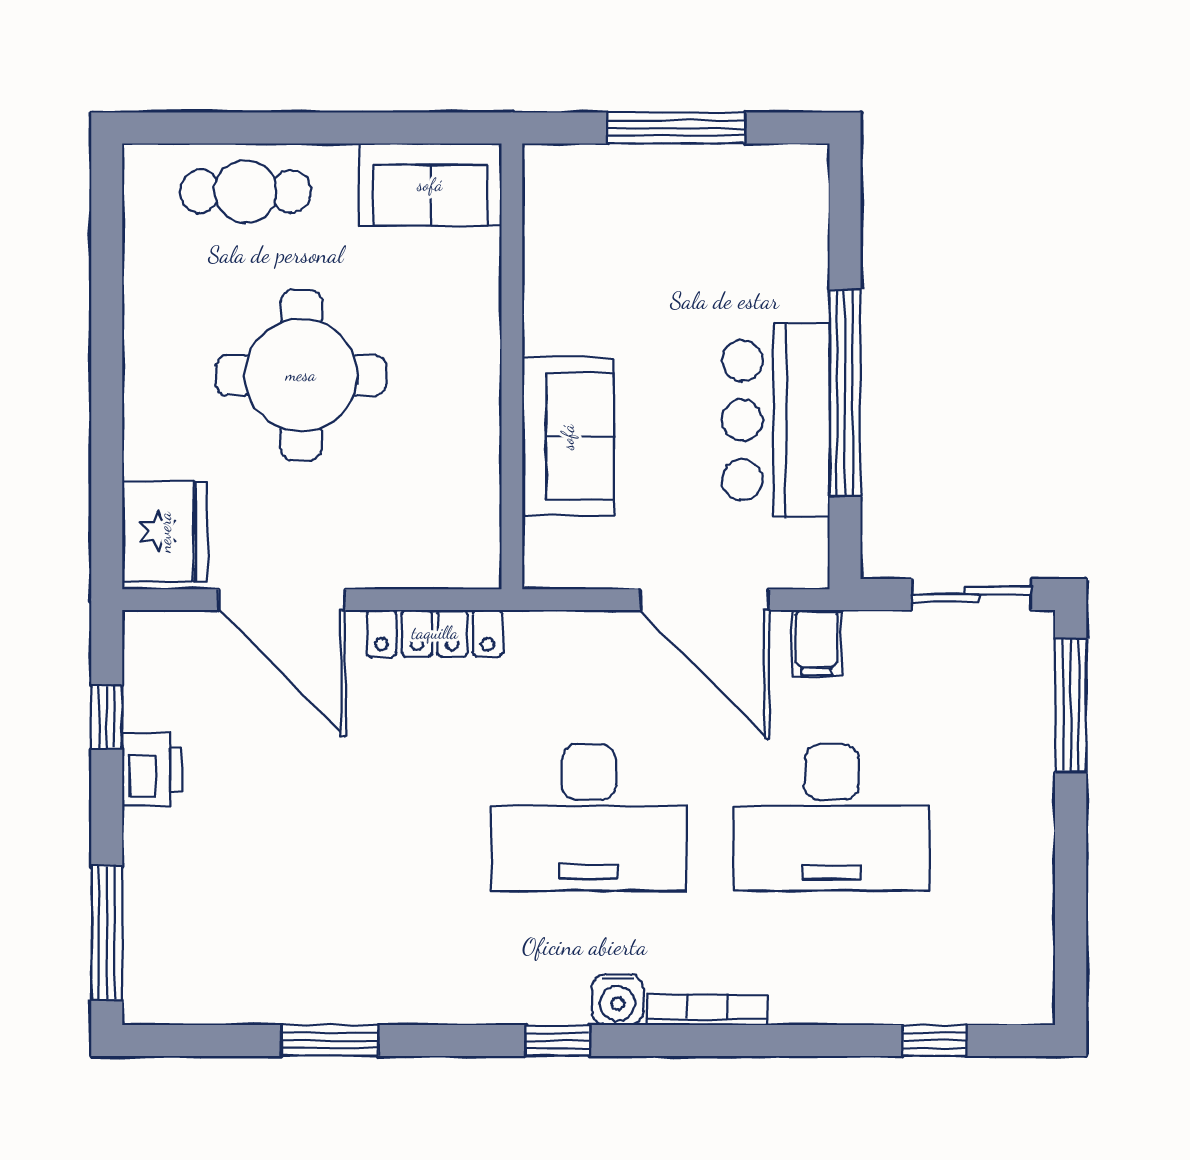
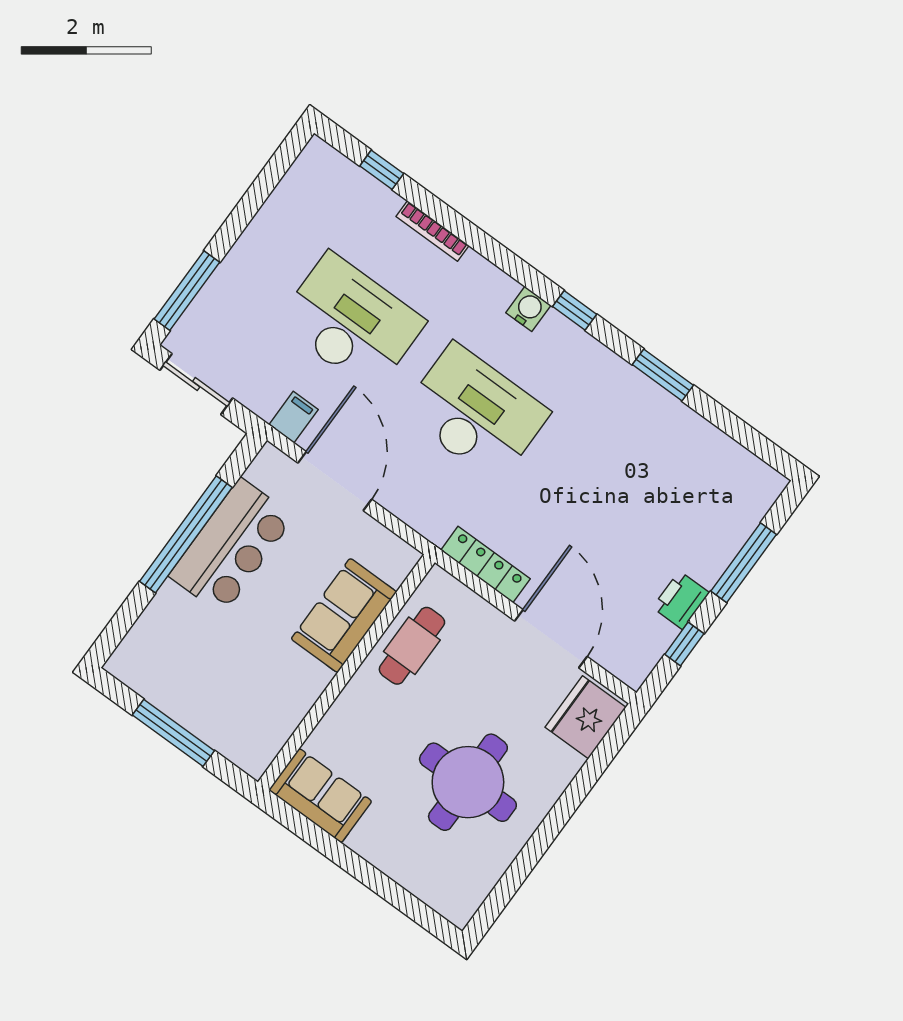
cafe table: (246, 191) -> (412, 646), moved, turned 90
round table: (301, 375) -> (468, 782), moved
window: (107, 933) -> (744, 563), moved
bookcase: (708, 1010) -> (432, 231), moved
window: (330, 1041) -> (663, 375), moved

